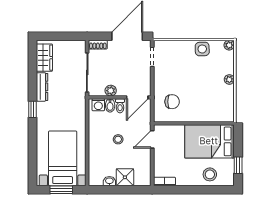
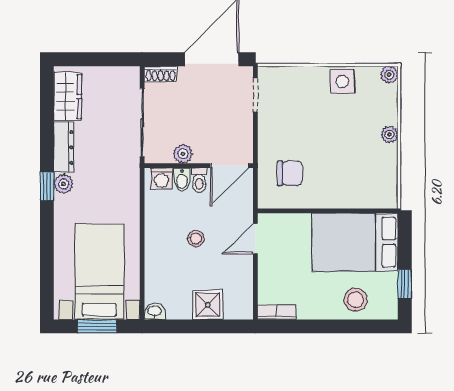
plant: (42, 108) -> (63, 184), added
washbasin: (109, 181) -> (155, 311), moved

